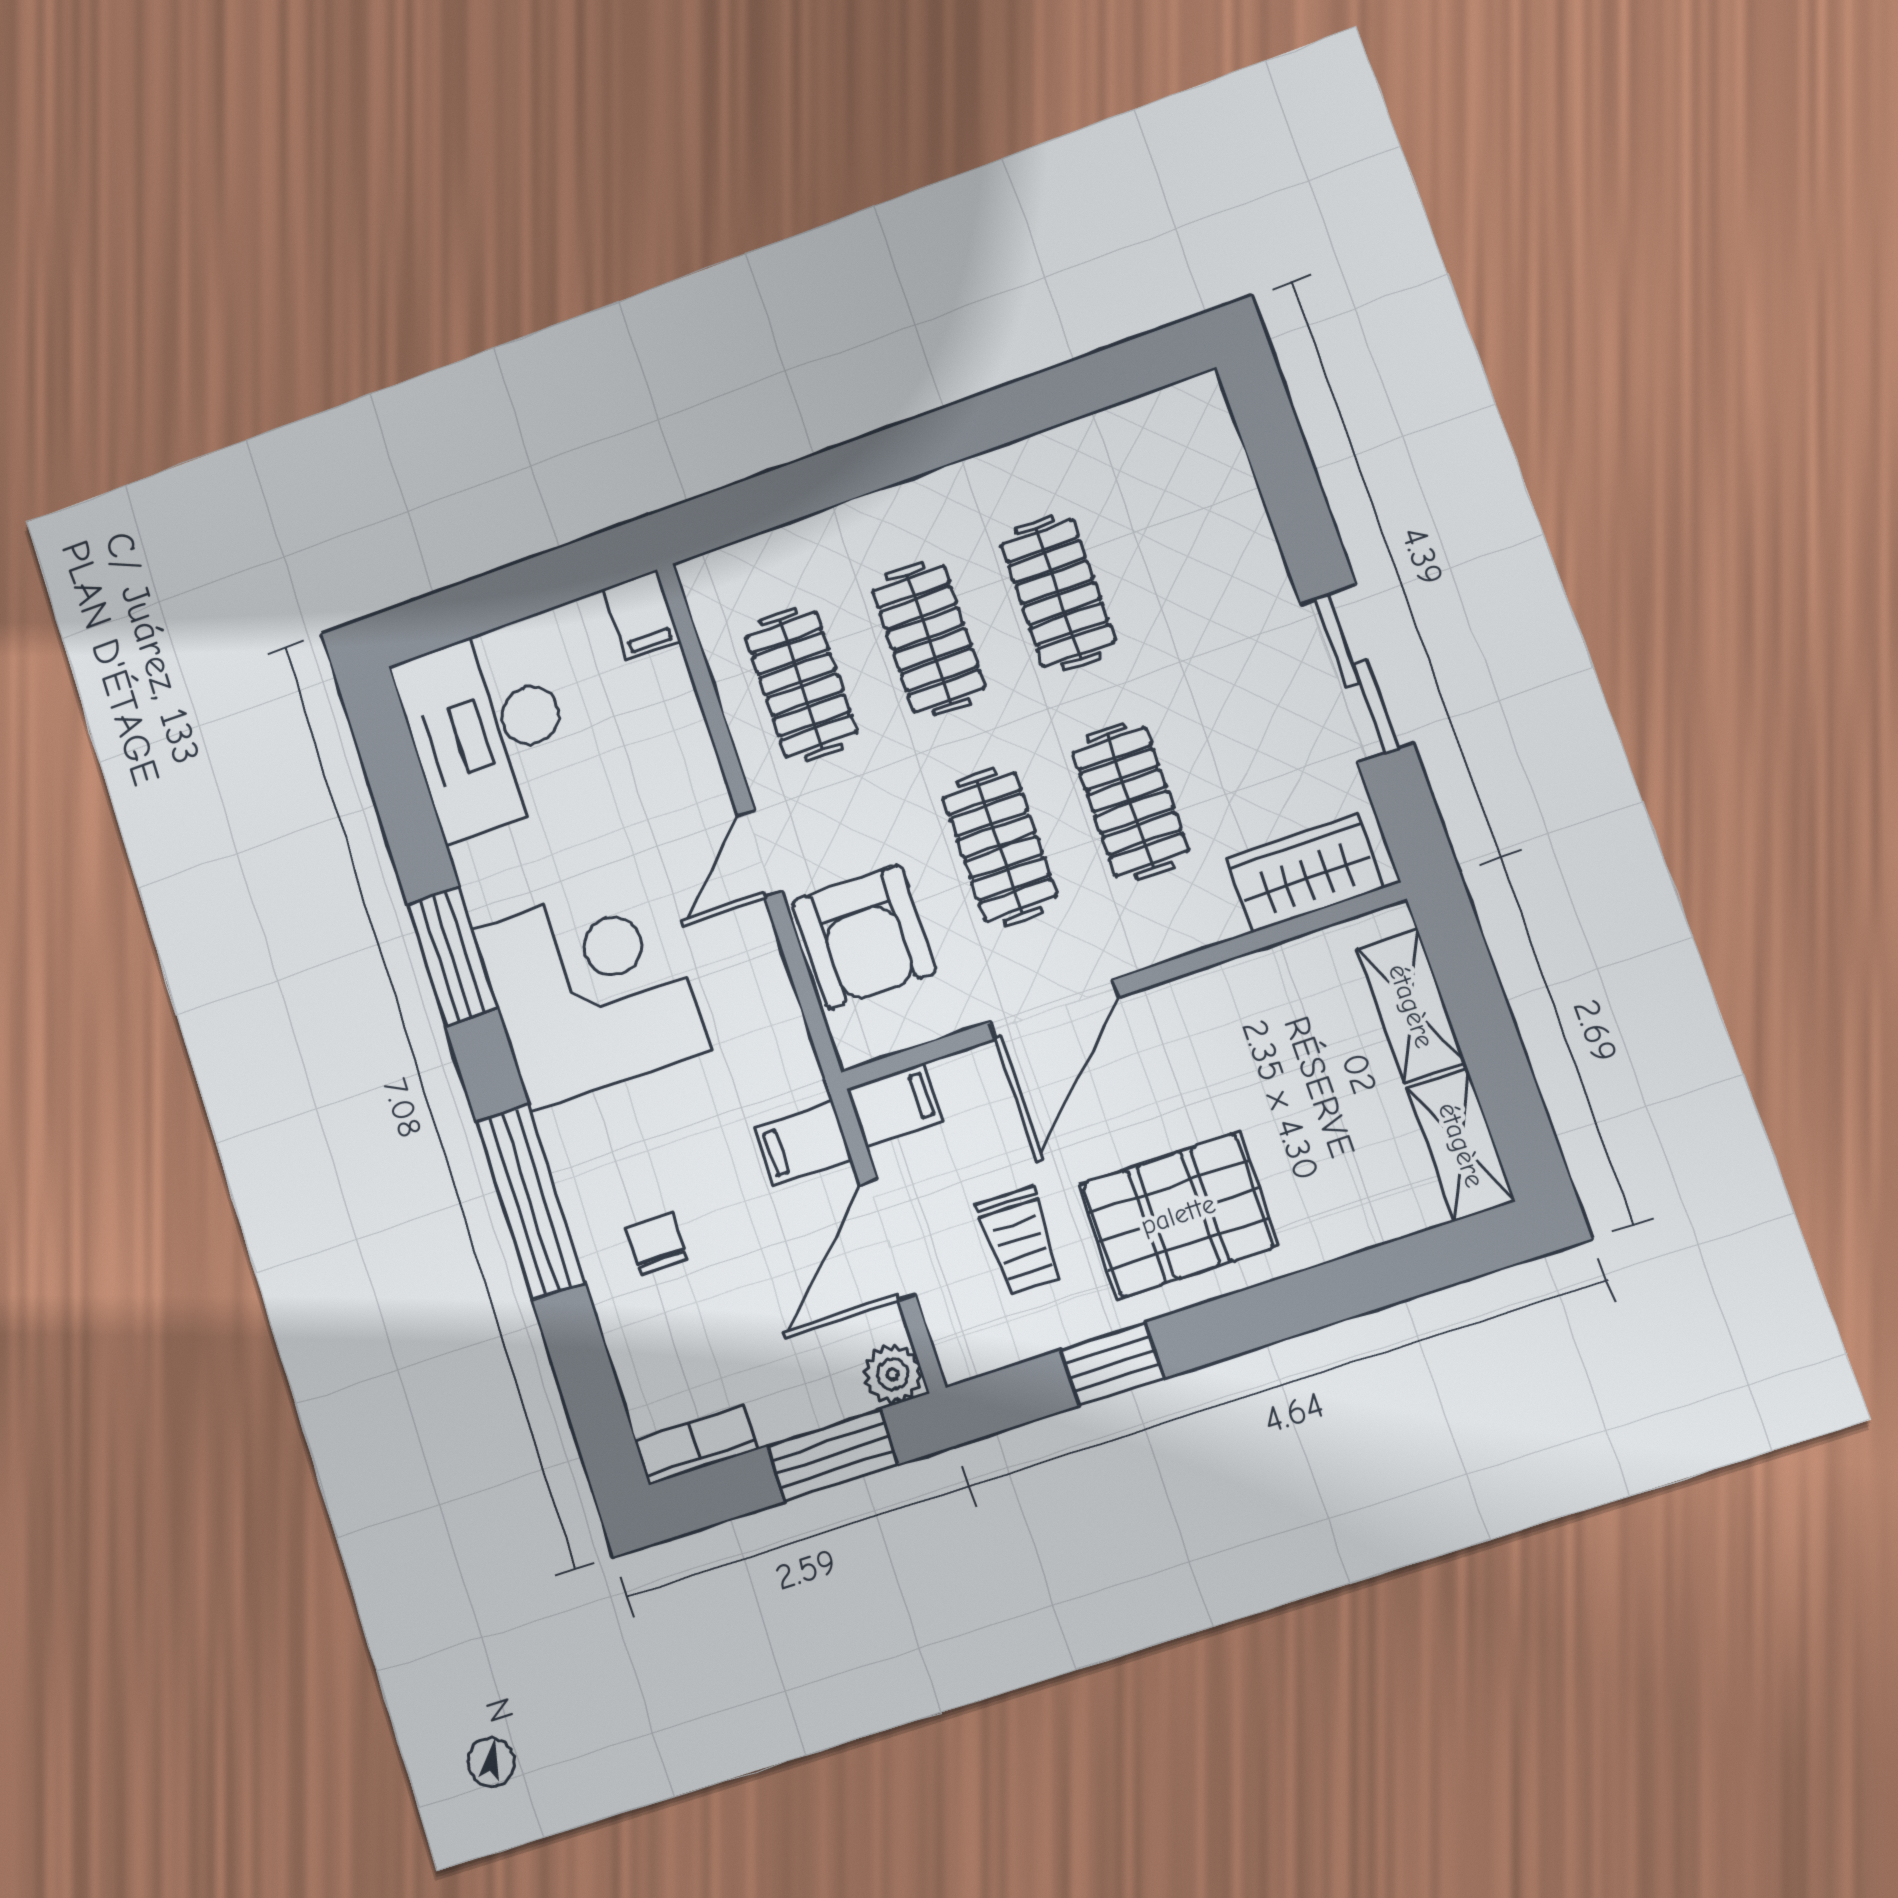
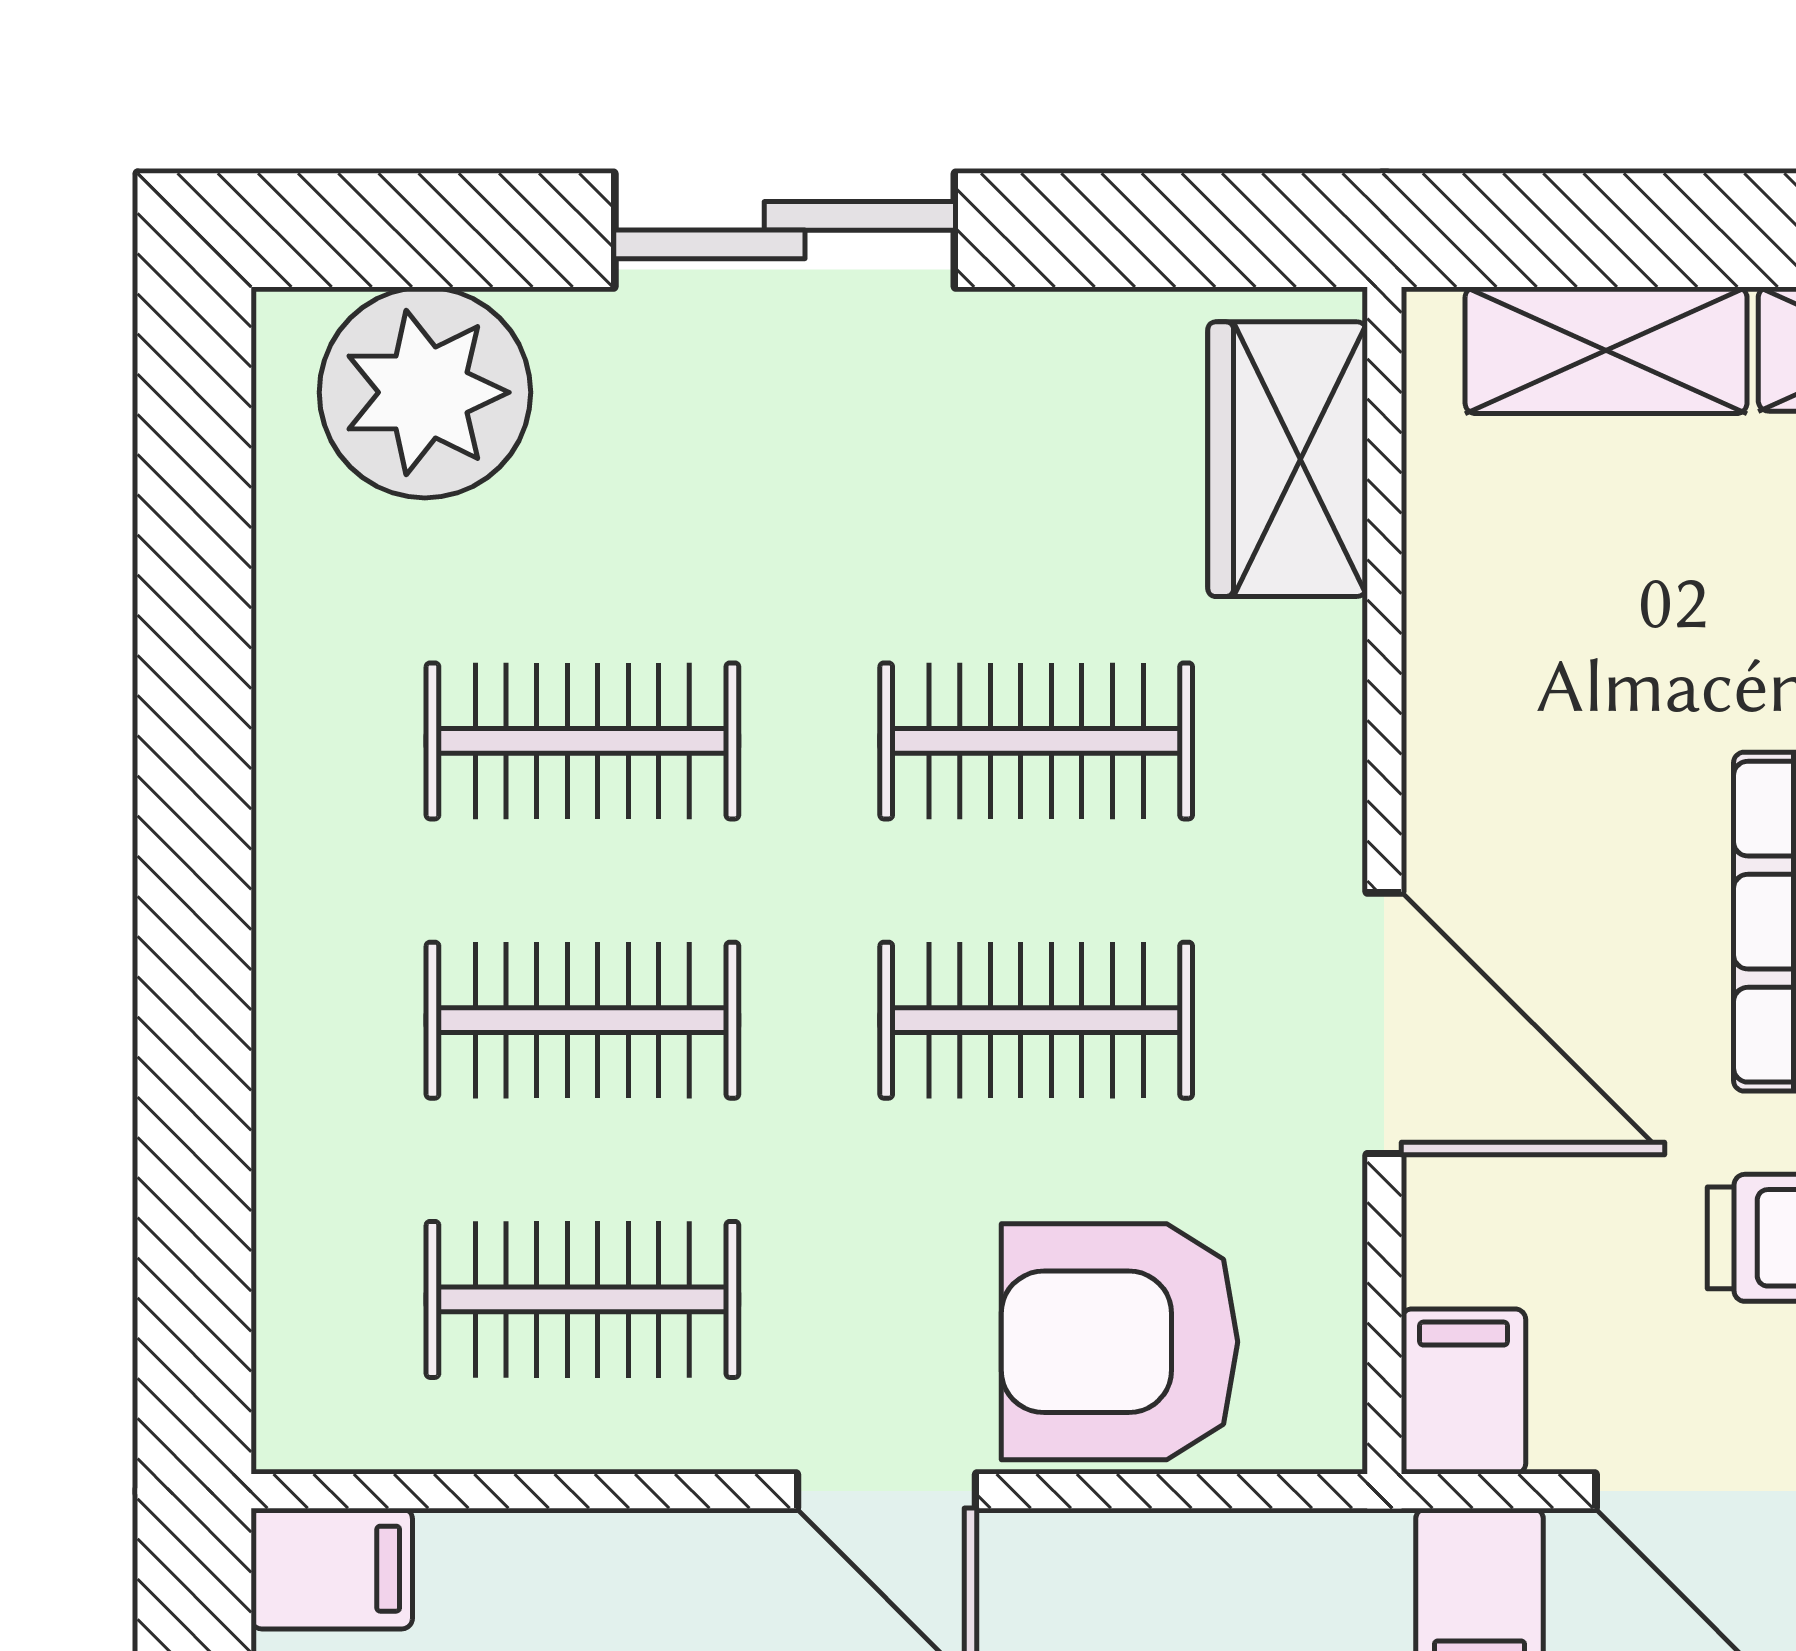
plant: (1195, 463) -> (425, 392), added
sliding door: (1357, 673) -> (785, 230), moved
armchair: (864, 937) -> (1119, 1342), turned 180

